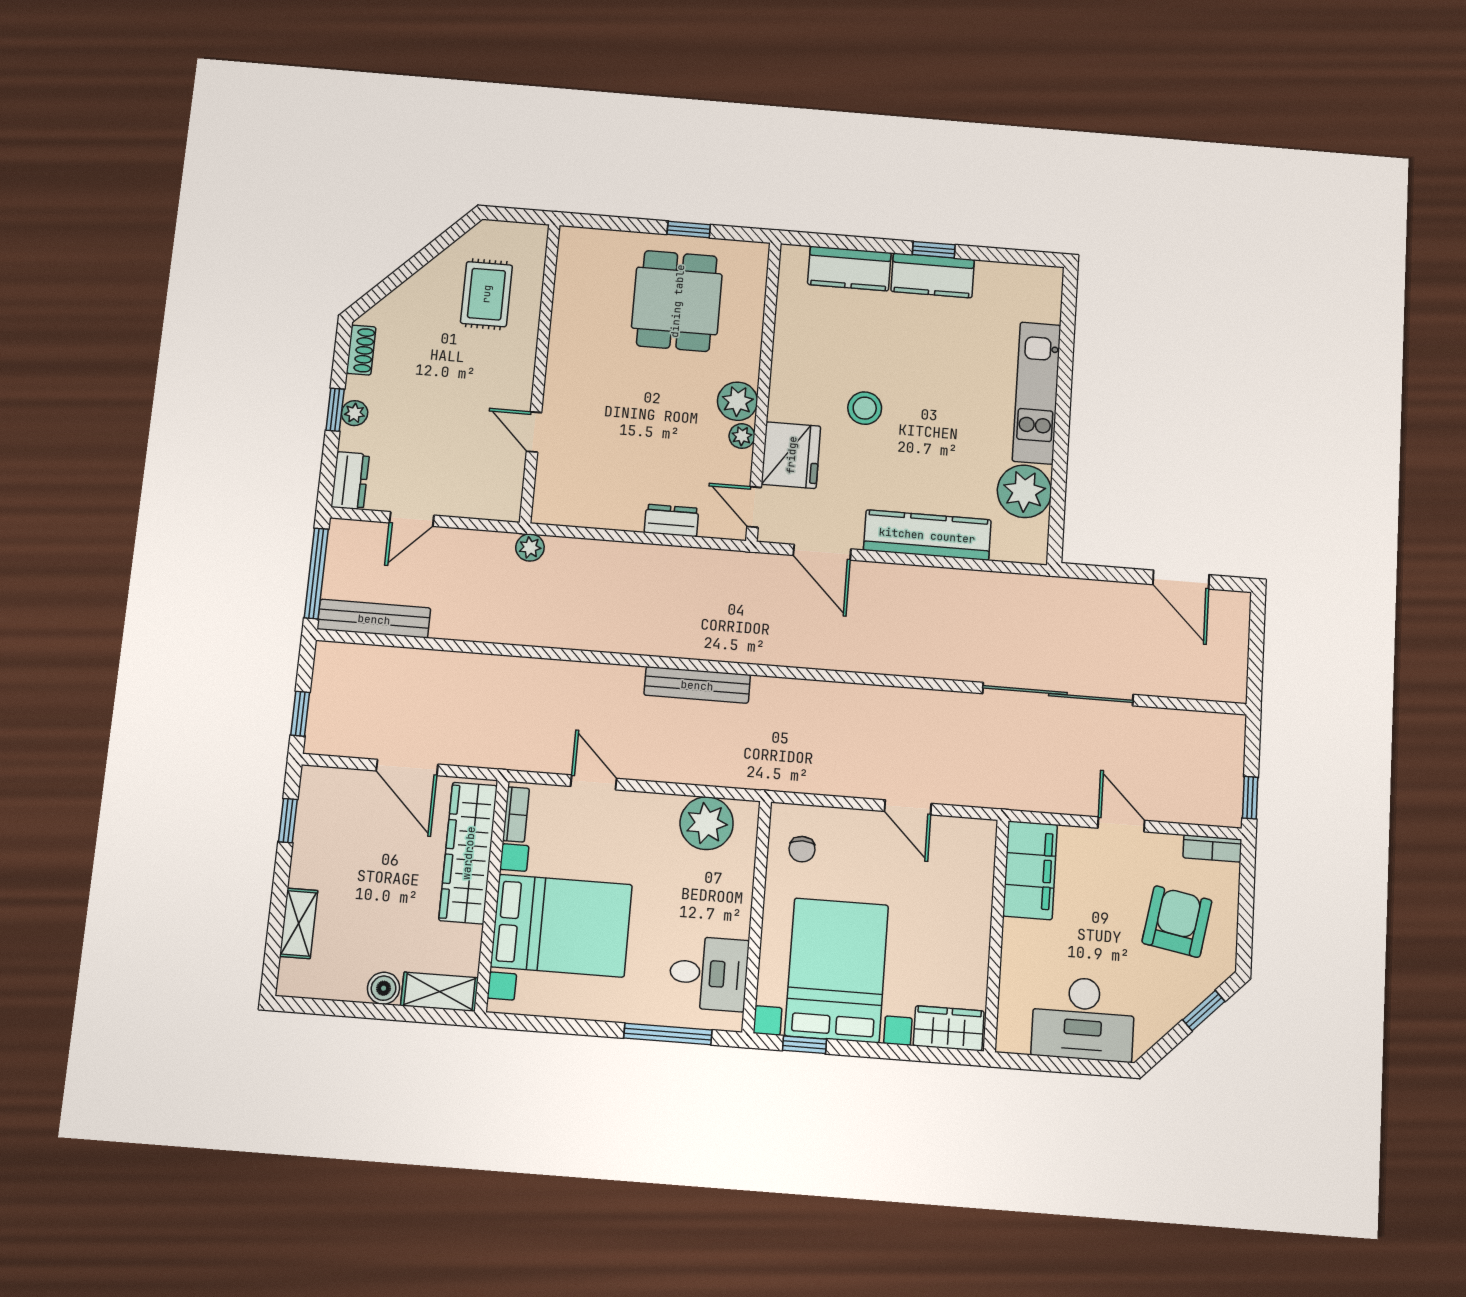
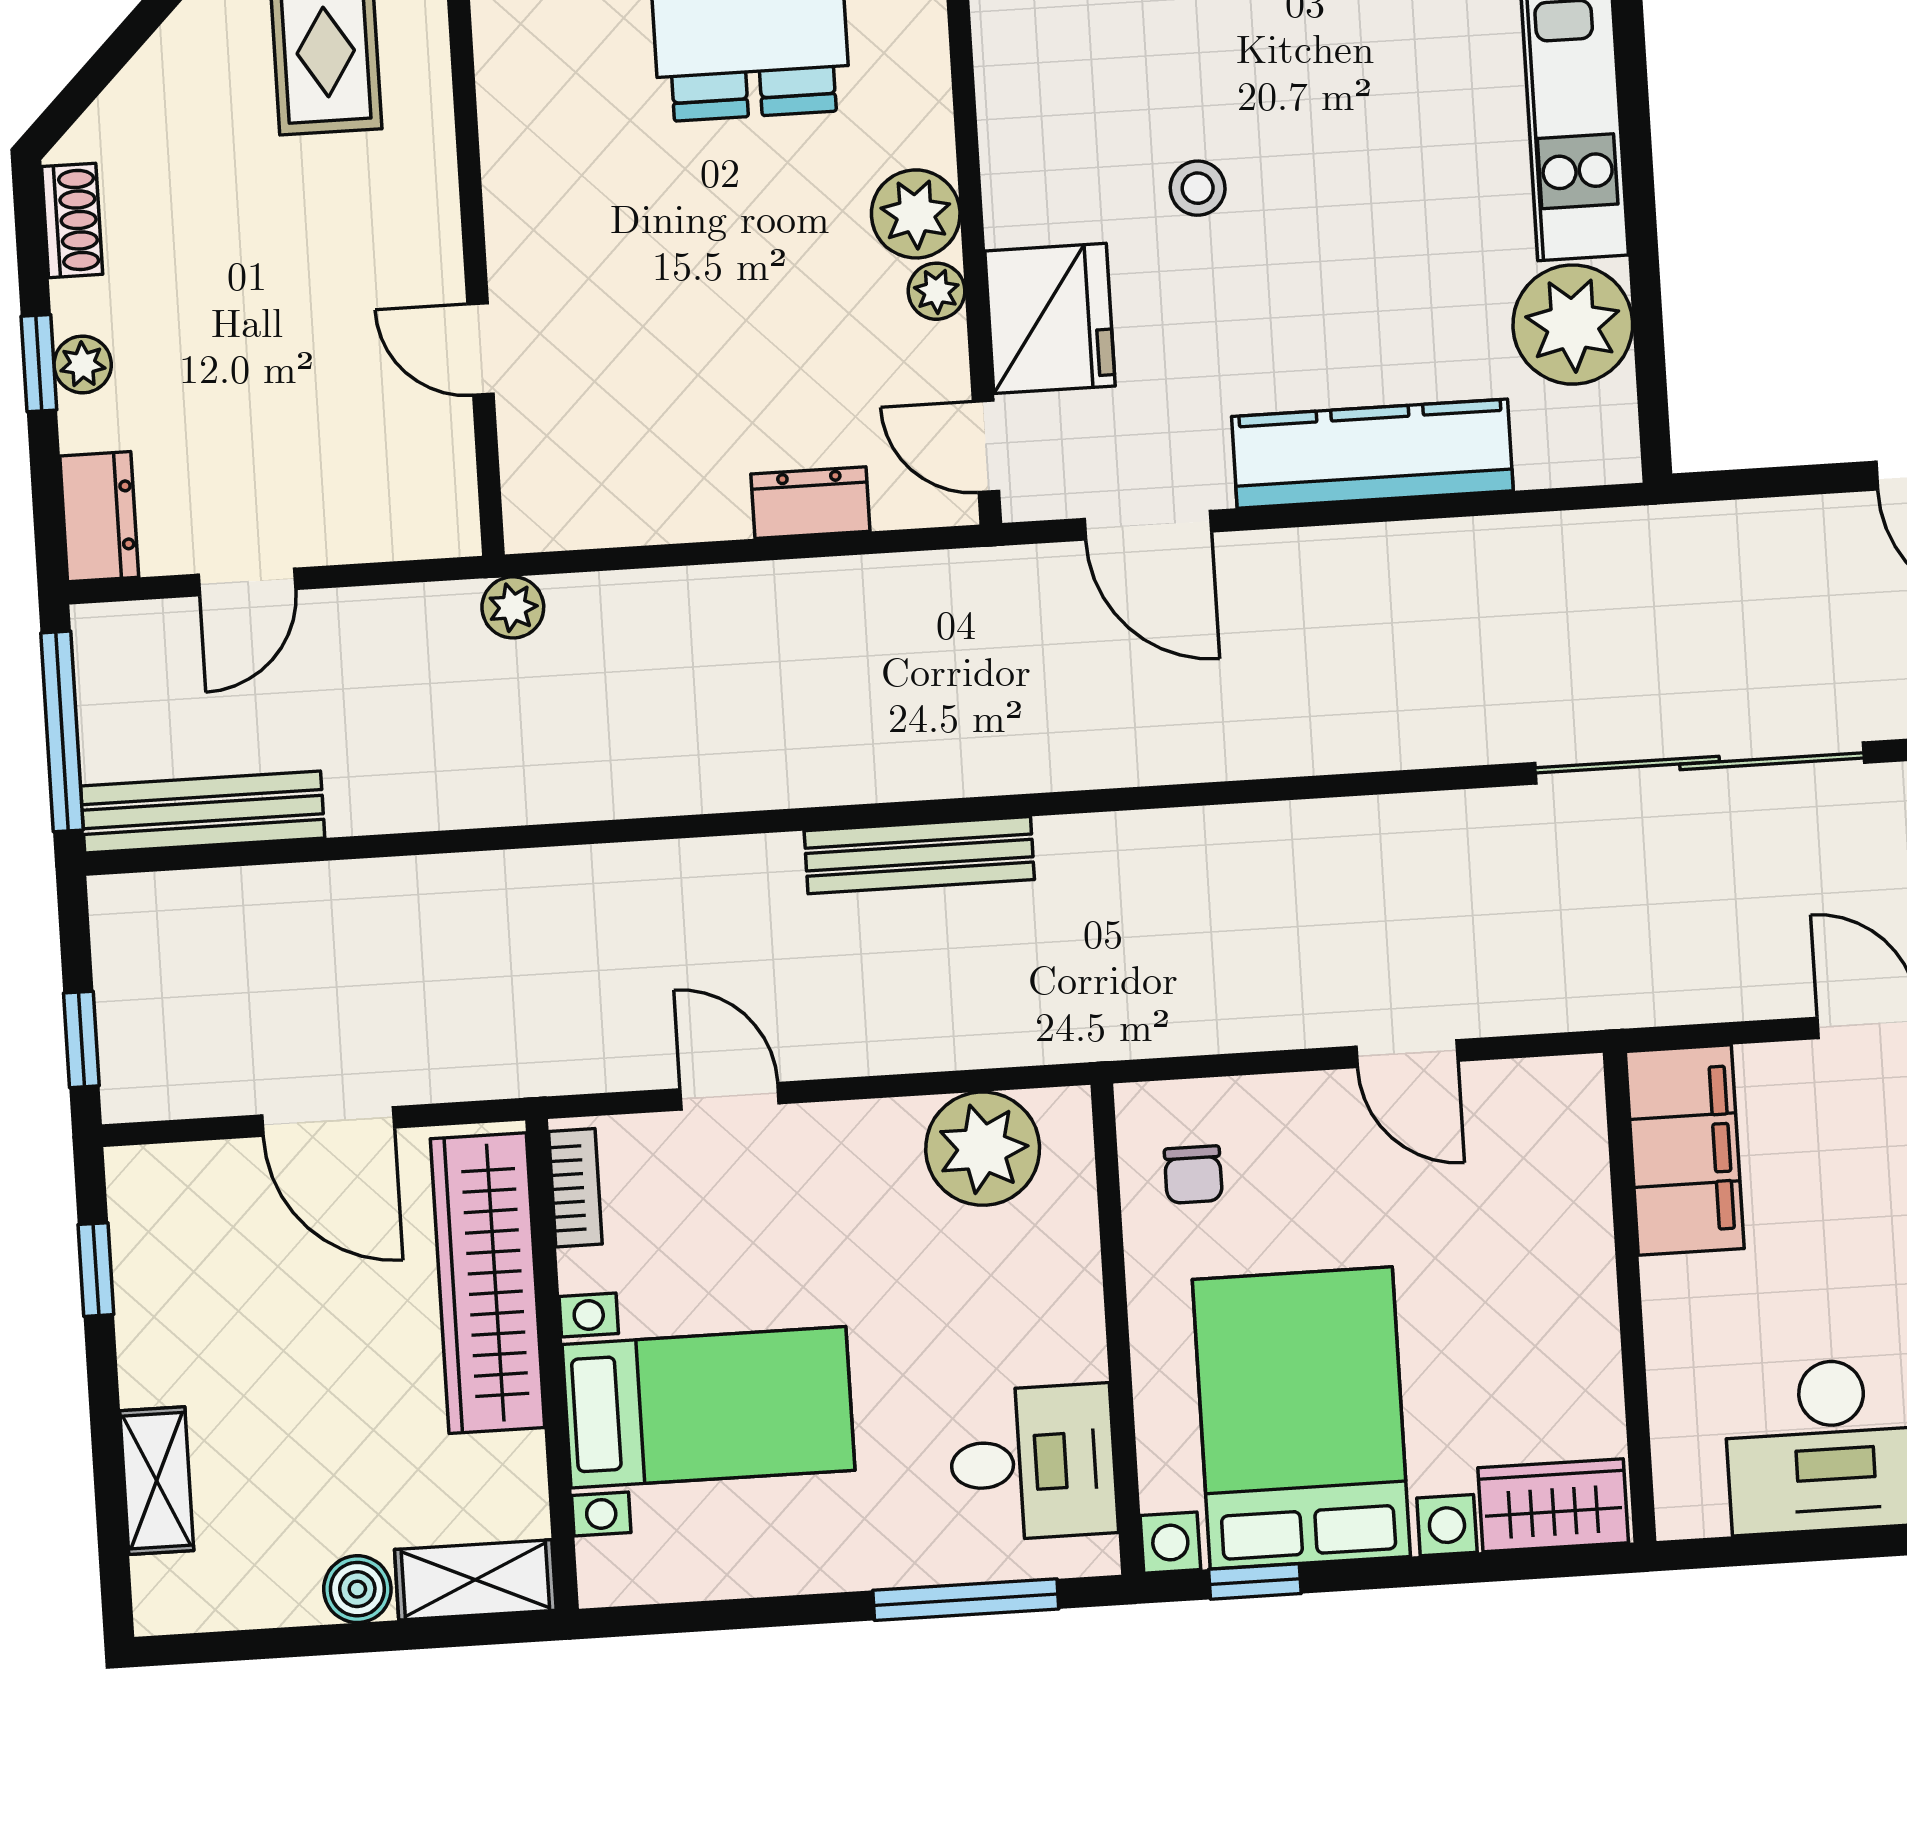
stool: (865, 408) -> (1198, 188), width x0.73, depth x0.73
bed with nightstands: (561, 926) -> (708, 1407), width x0.73

